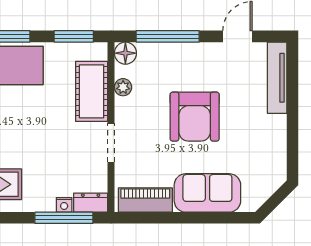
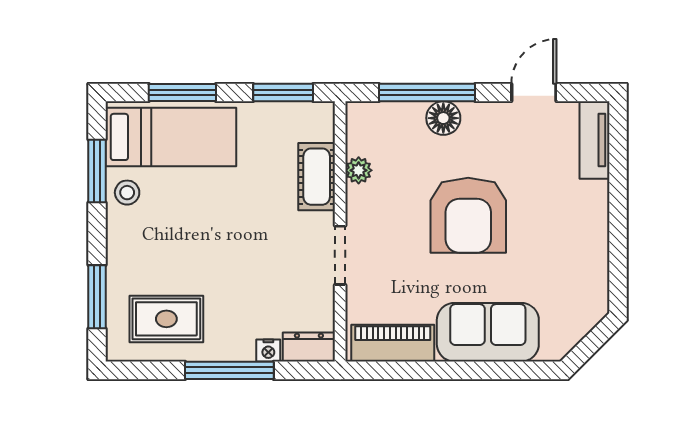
floor lamp: (125, 53) -> (443, 118), moved
tv unit: (277, 78) -> (594, 140), width x0.71
cot: (92, 91) -> (317, 177), width x0.73, depth x0.75
window: (64, 218) -> (229, 370), moved

